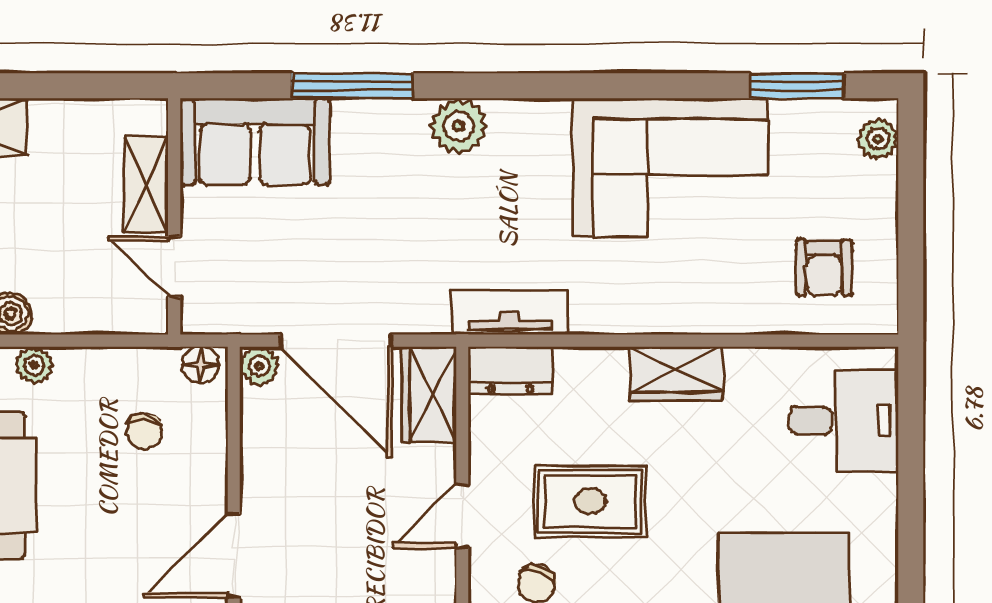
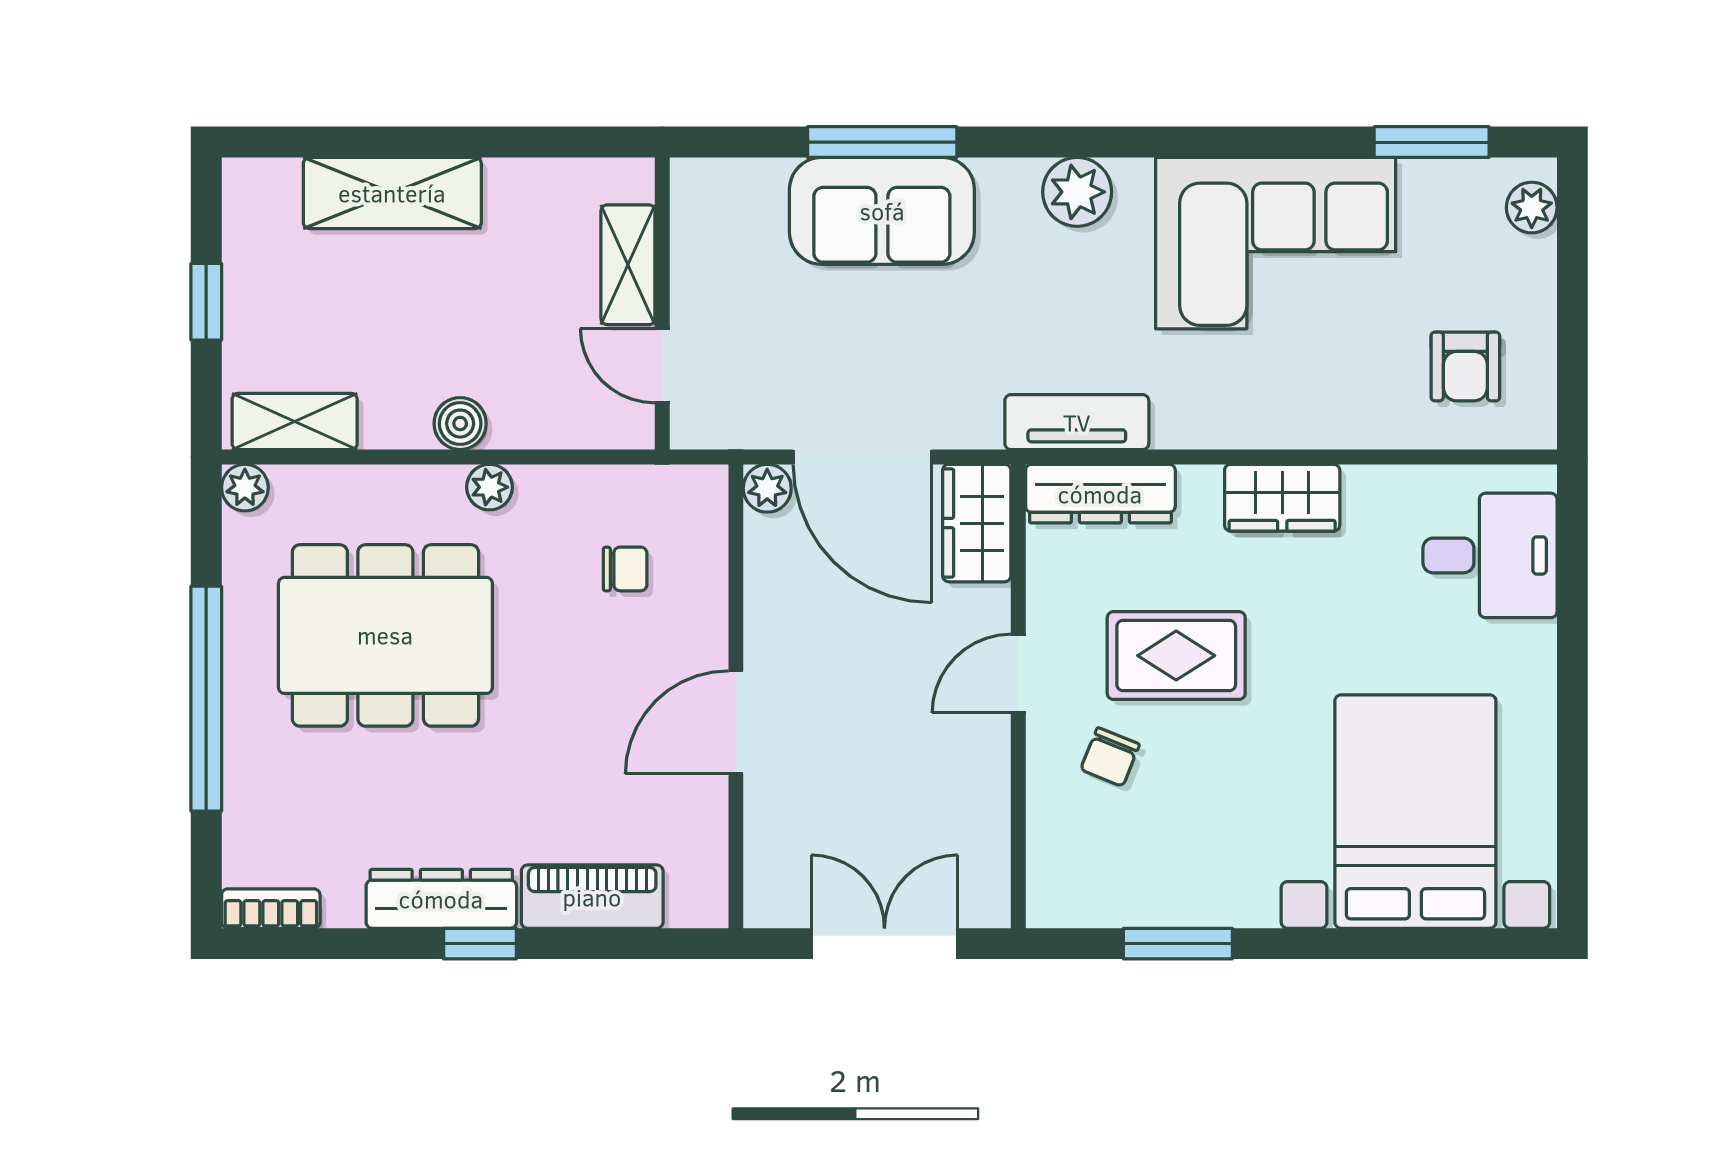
plant: (459, 126) -> (1077, 192), moved
sofa: (255, 142) -> (882, 211), moved
floor lamp: (200, 365) -> (695, 487), removed
dresser: (510, 370) -> (1100, 494), width x1.44
chair: (144, 431) -> (625, 569), turned -90

